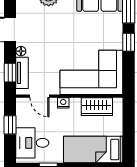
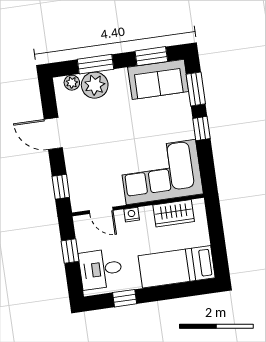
floor lamp: (21, 51) -> (70, 158), removed
tv unit: (22, 73) -> (76, 185), removed

